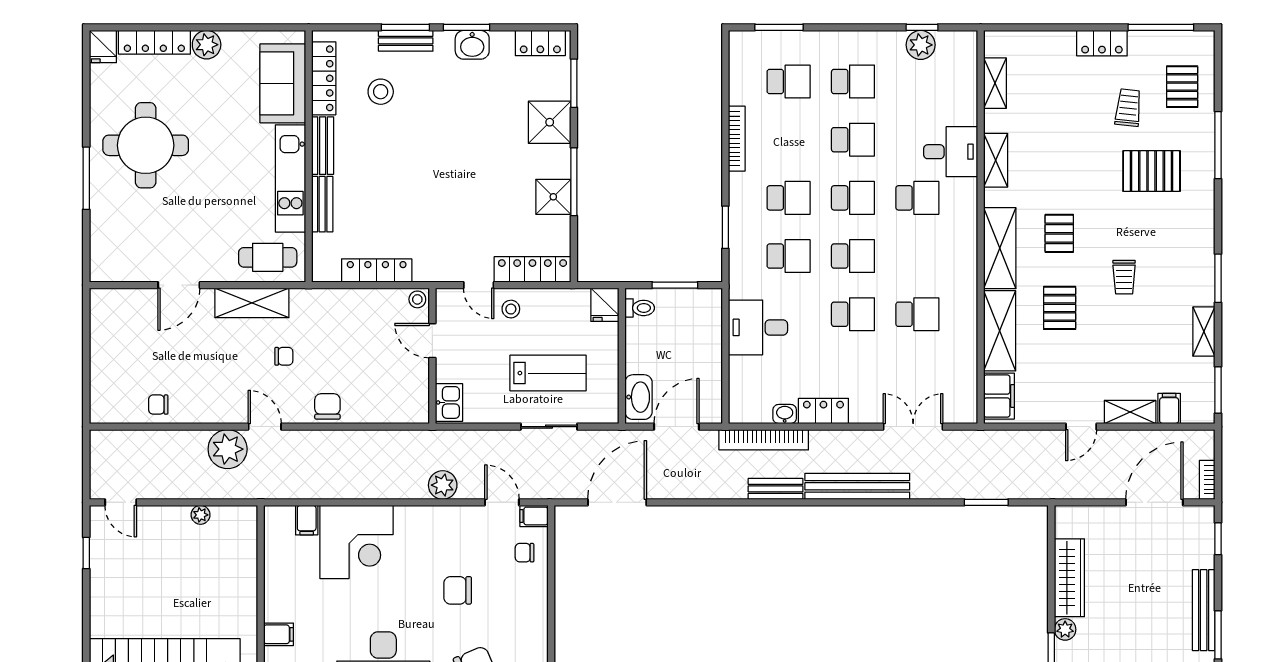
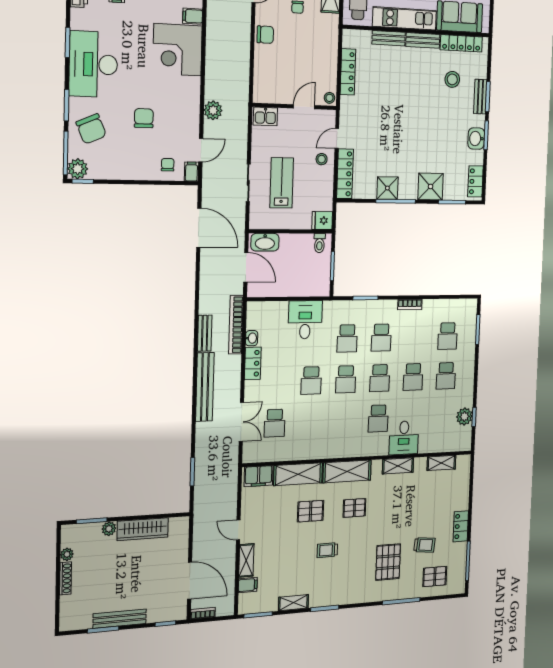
bookcase: (737, 139) -> (410, 305), width x0.64
school desk: (917, 314) -> (275, 423), moved
lab bench: (548, 373) -> (282, 183), turned 180

